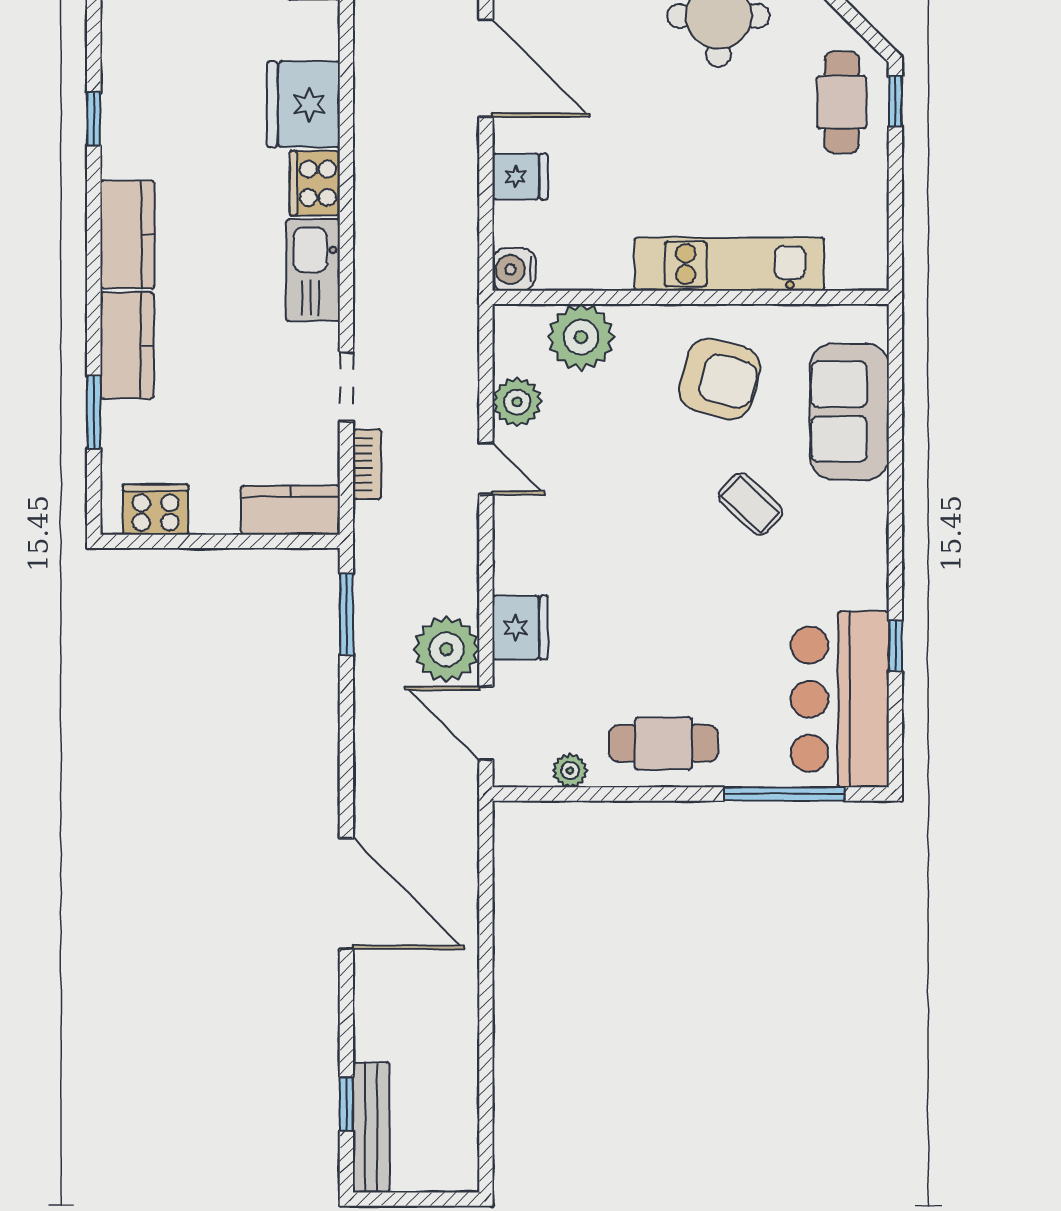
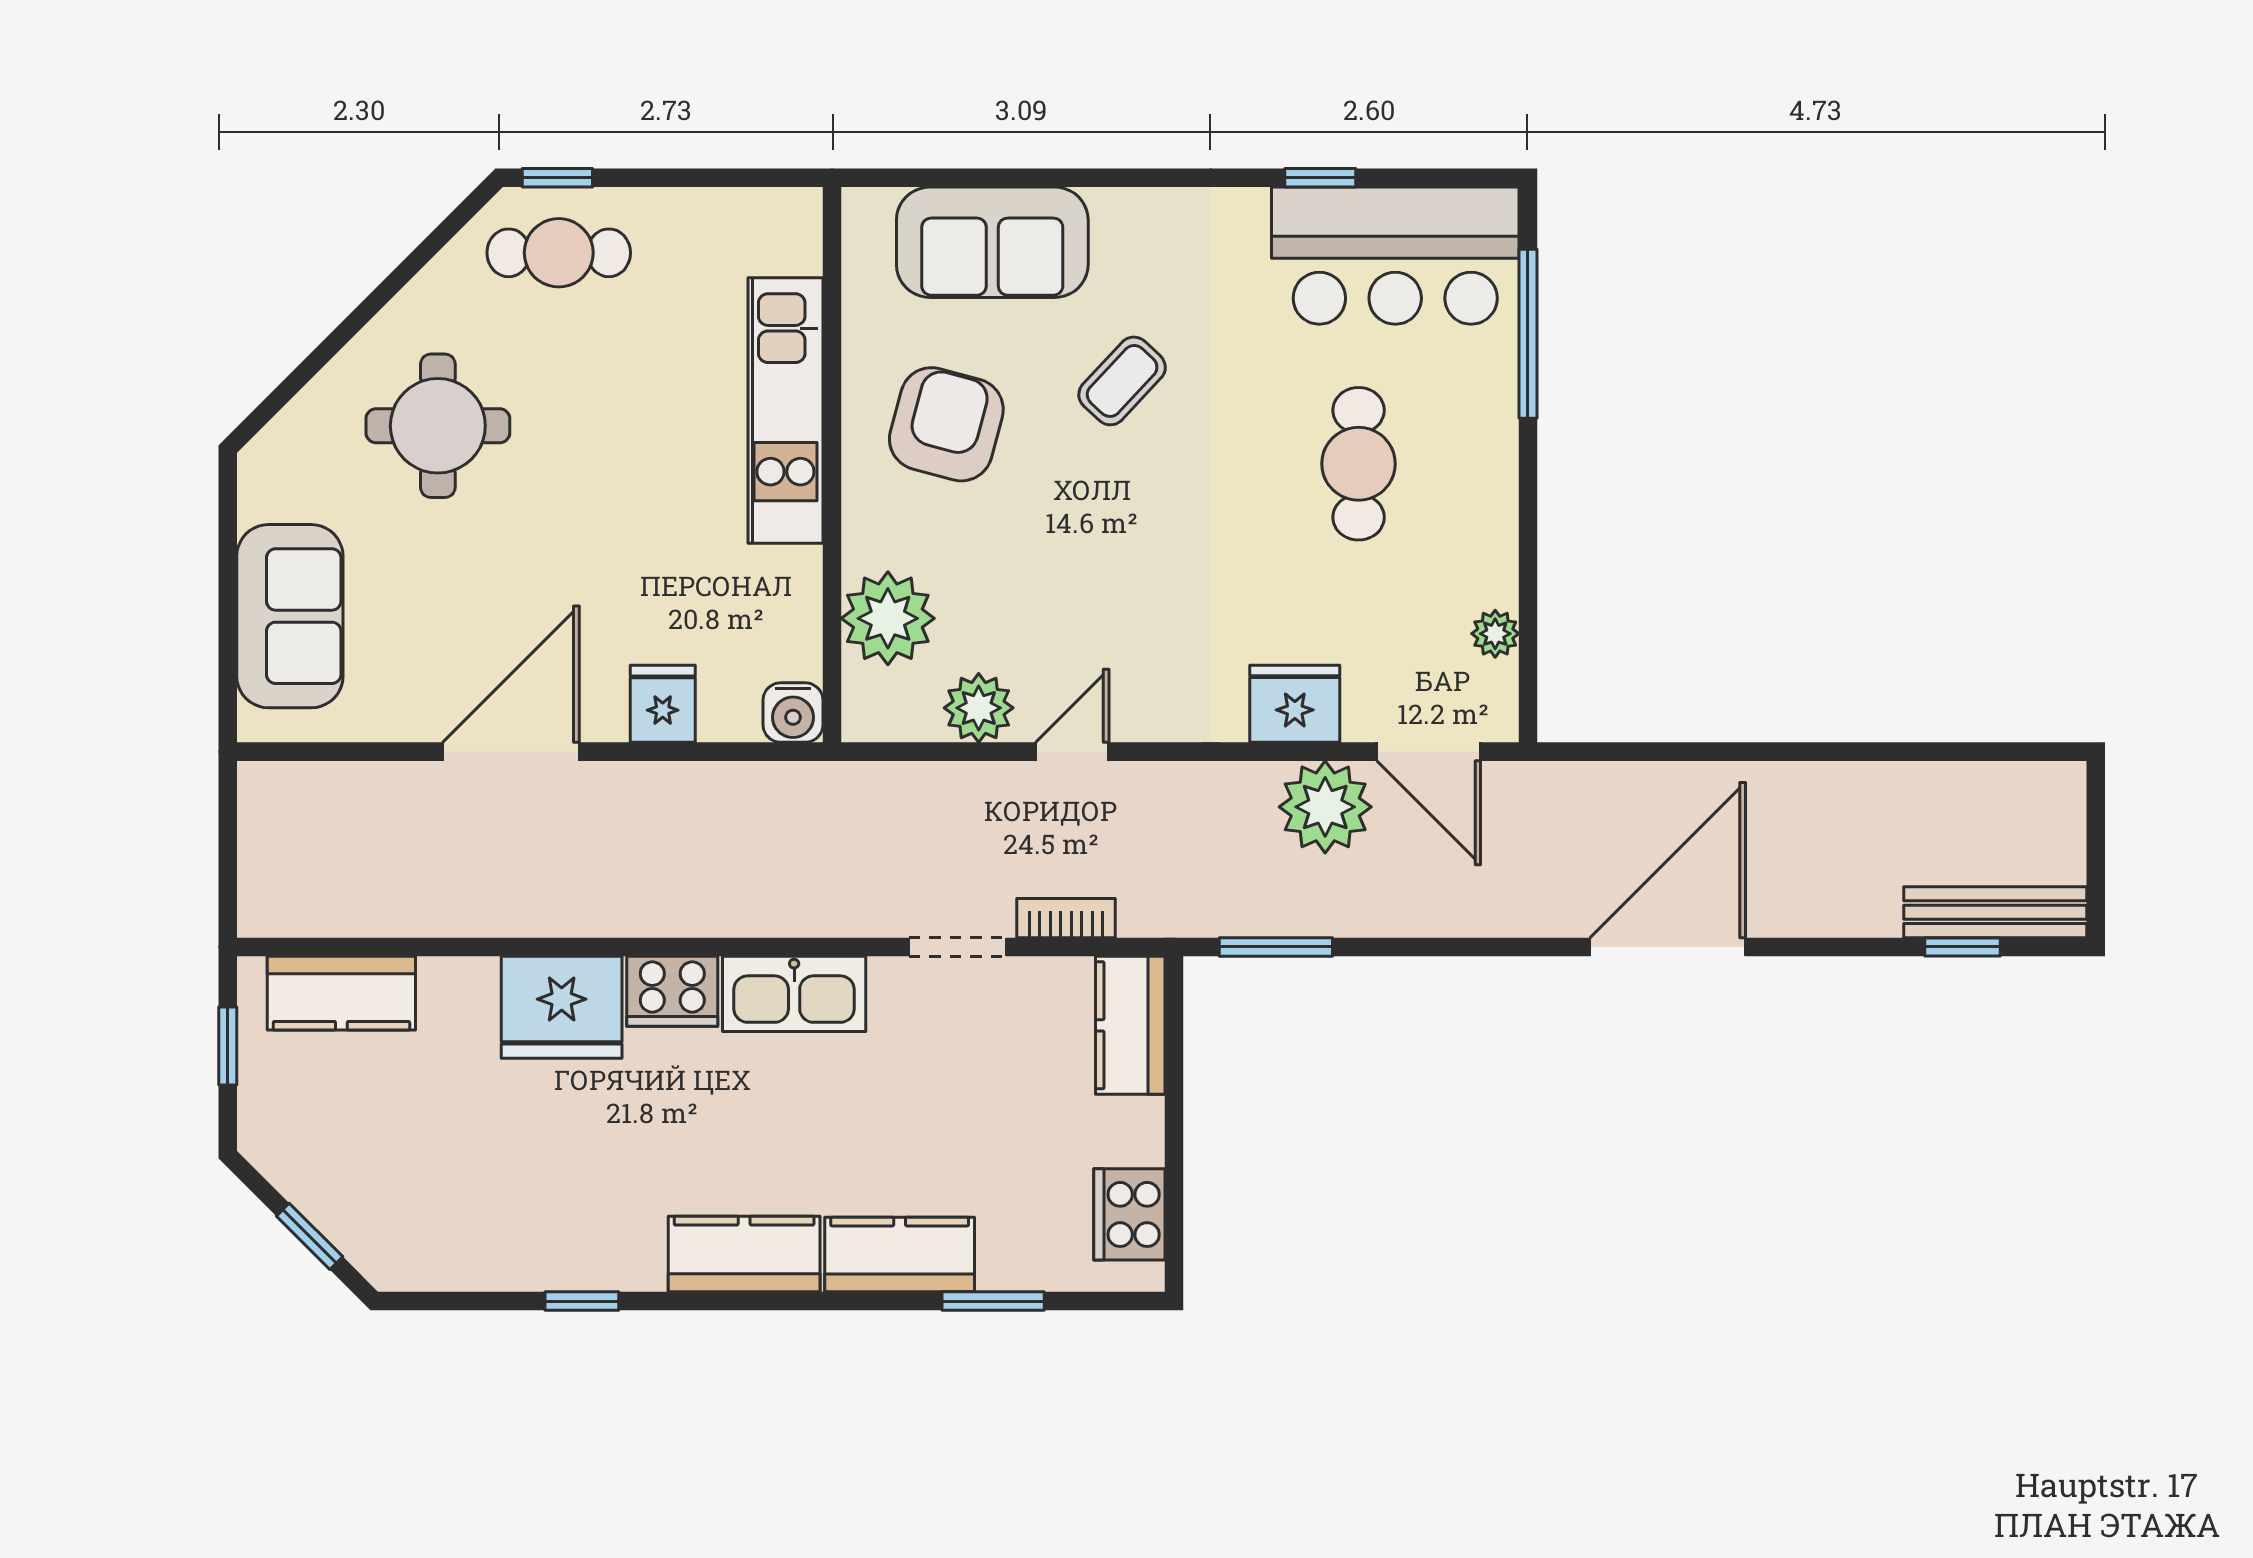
door: (486, 723) -> (1429, 752), hinge flipped
cafe table: (663, 743) -> (1359, 464), moved

